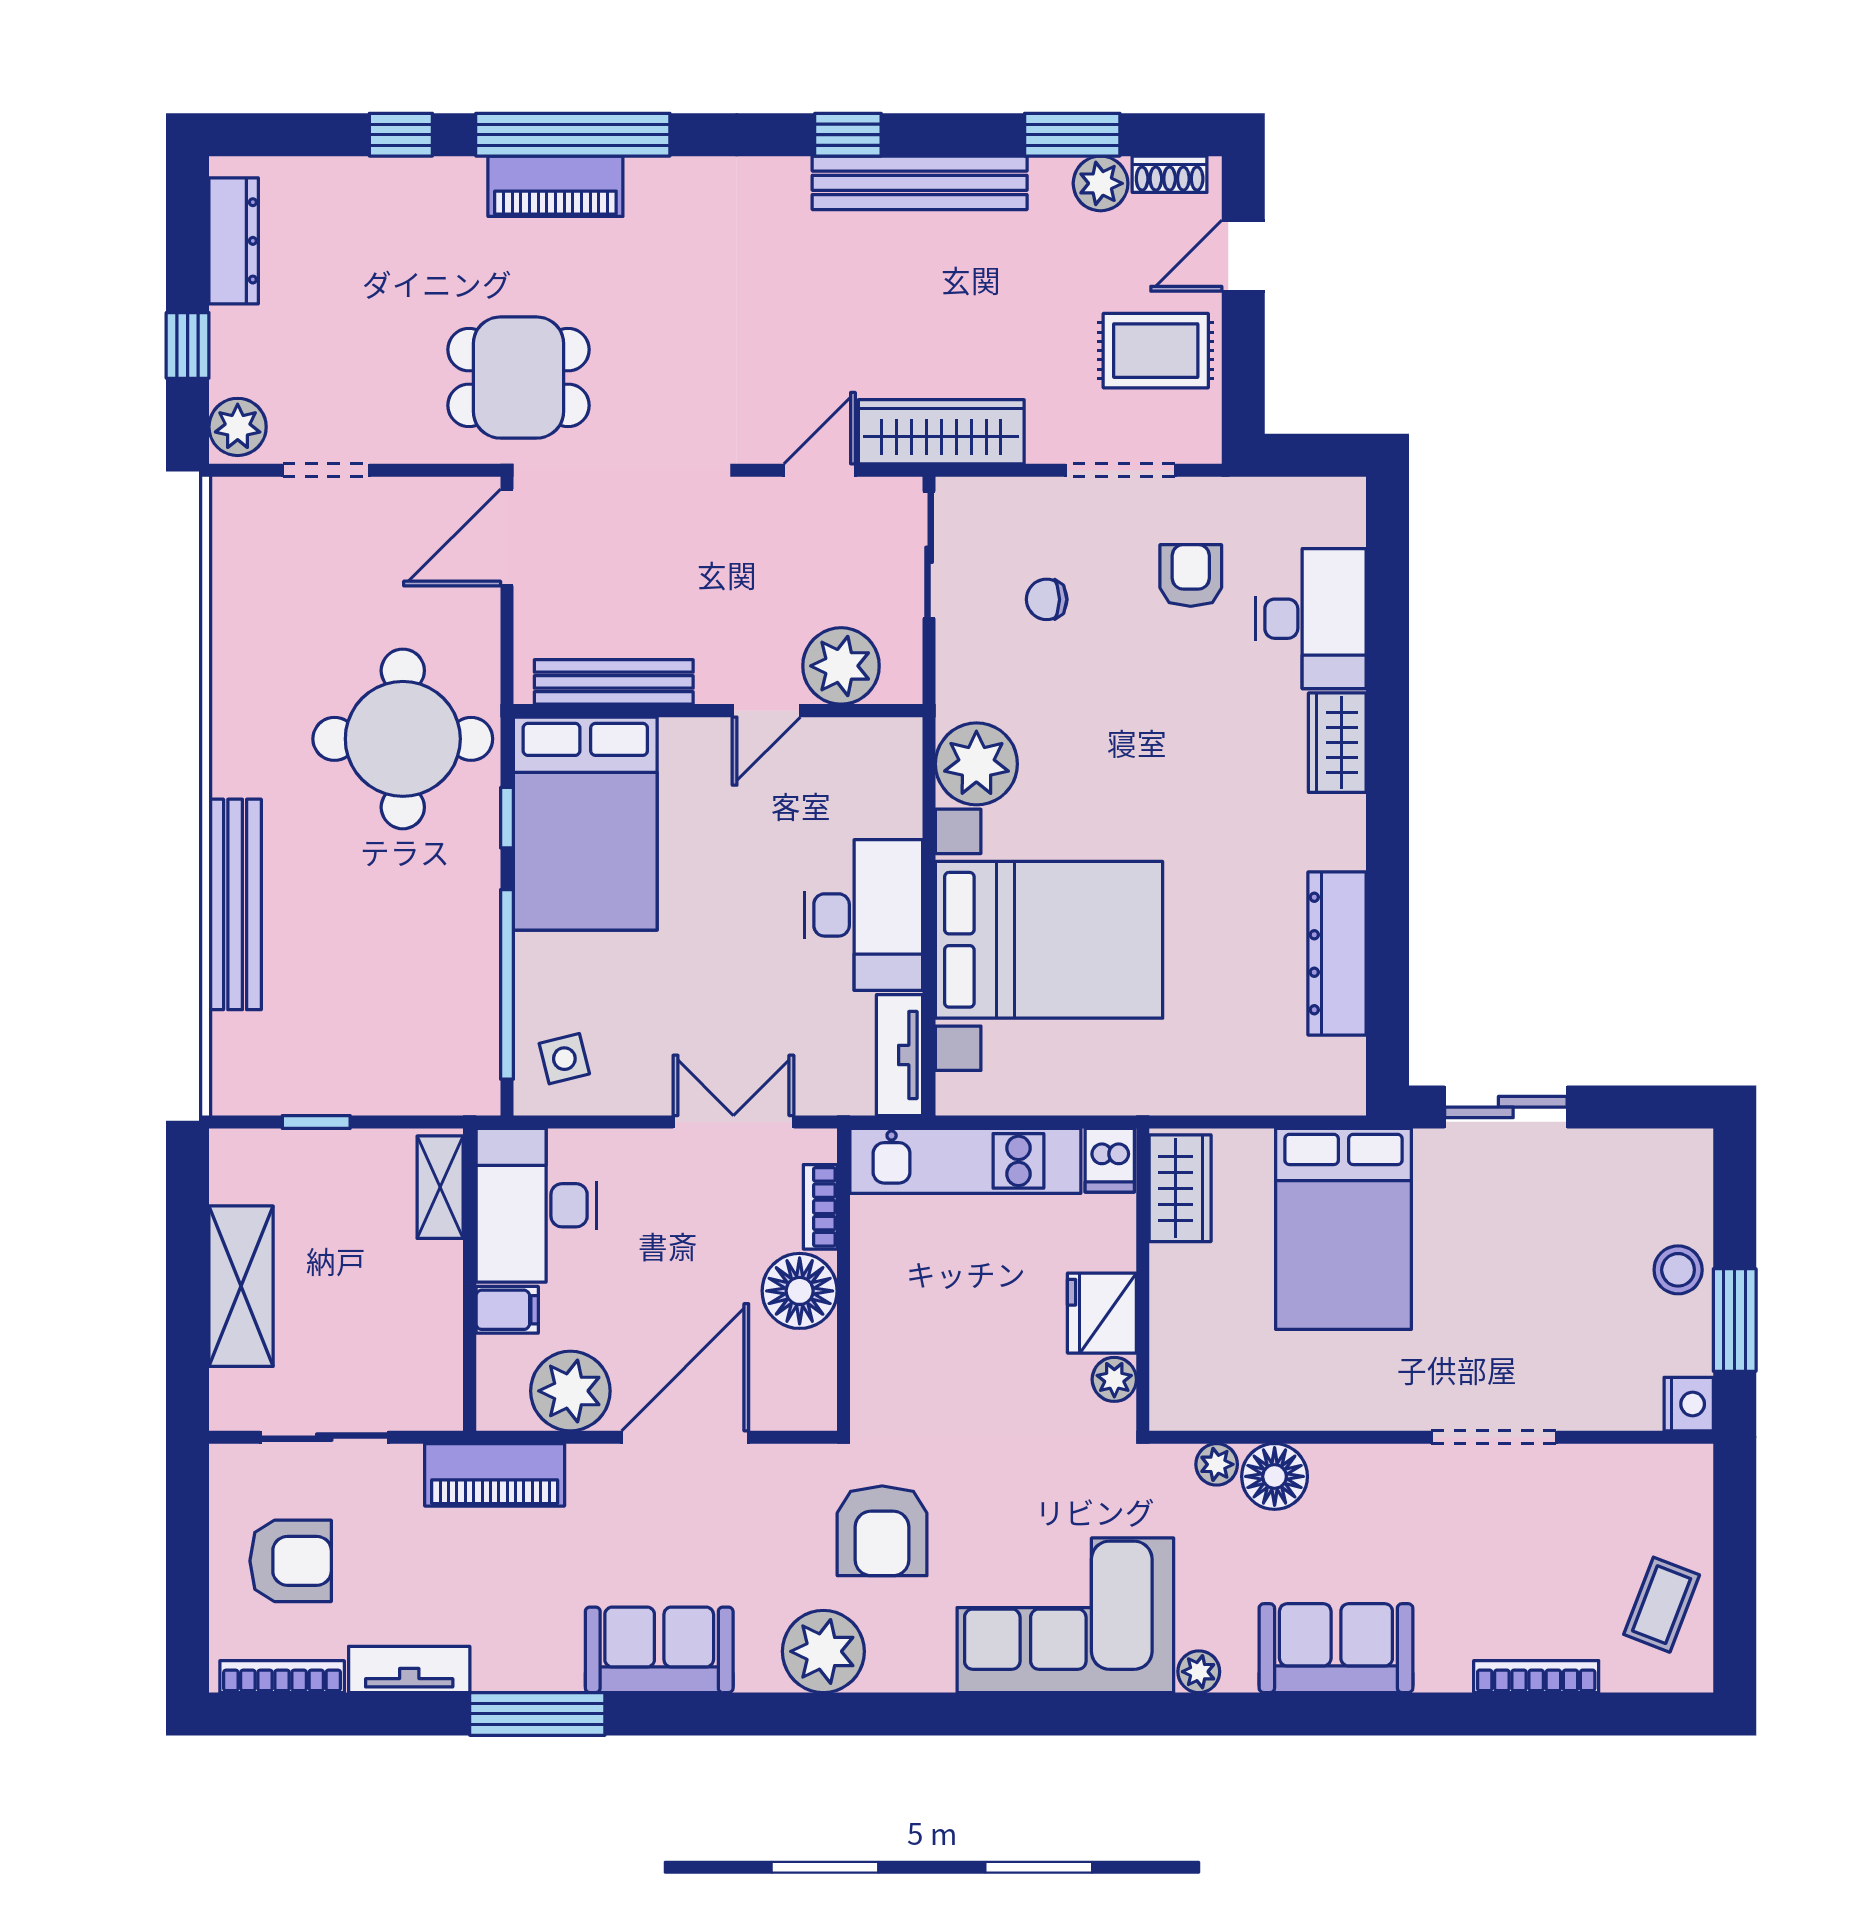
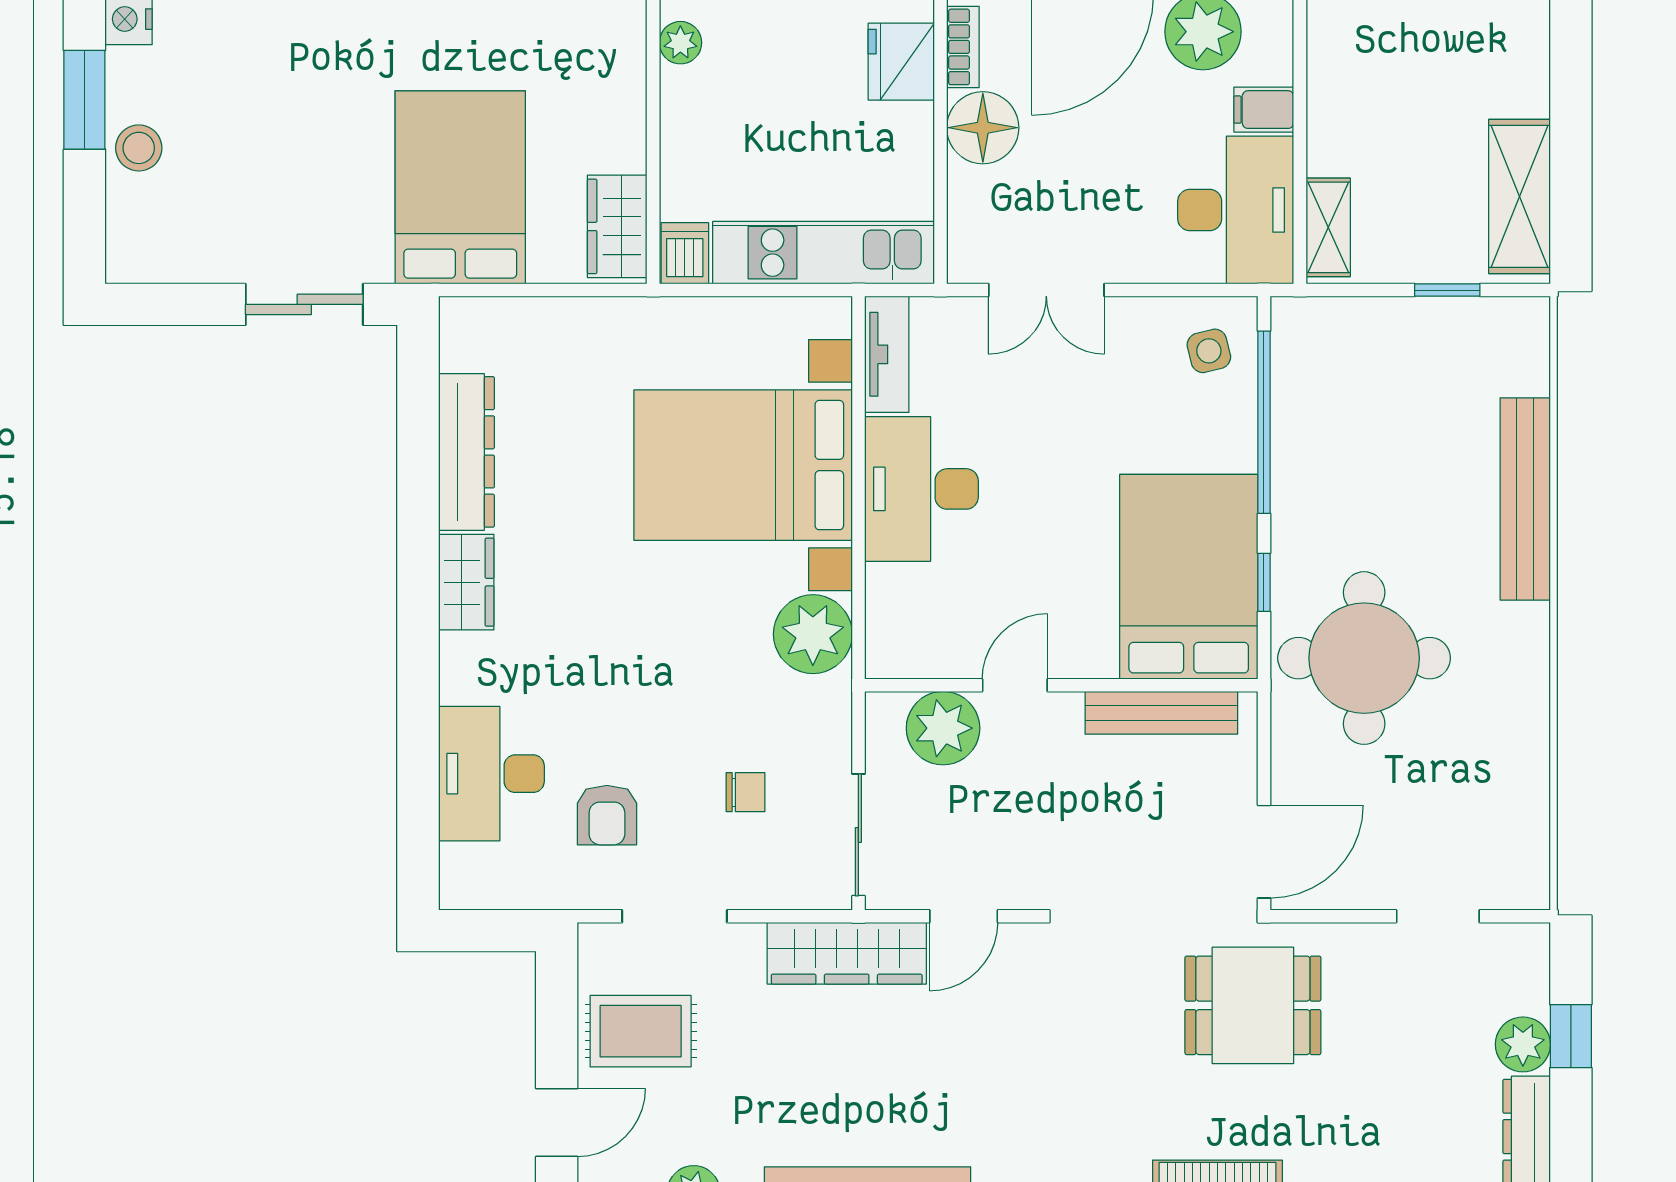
plant: (238, 427) -> (1523, 1044), moved
wardrobe: (1337, 743) -> (466, 582), moved
bookcase: (820, 1207) -> (963, 47), moved
shelving: (241, 1286) -> (1520, 196), moved
fridge: (1102, 1313) -> (901, 62), moved, turned 180

